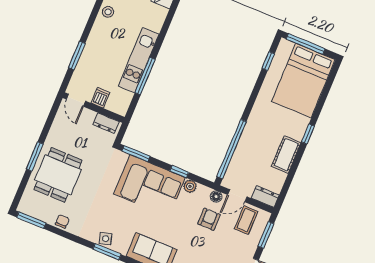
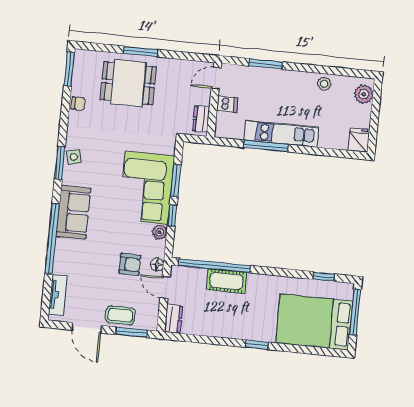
window: (136, 154) -> (176, 180), moved
cot: (286, 154) -> (226, 281), moved
coffee table: (246, 220) -> (120, 315), moved

